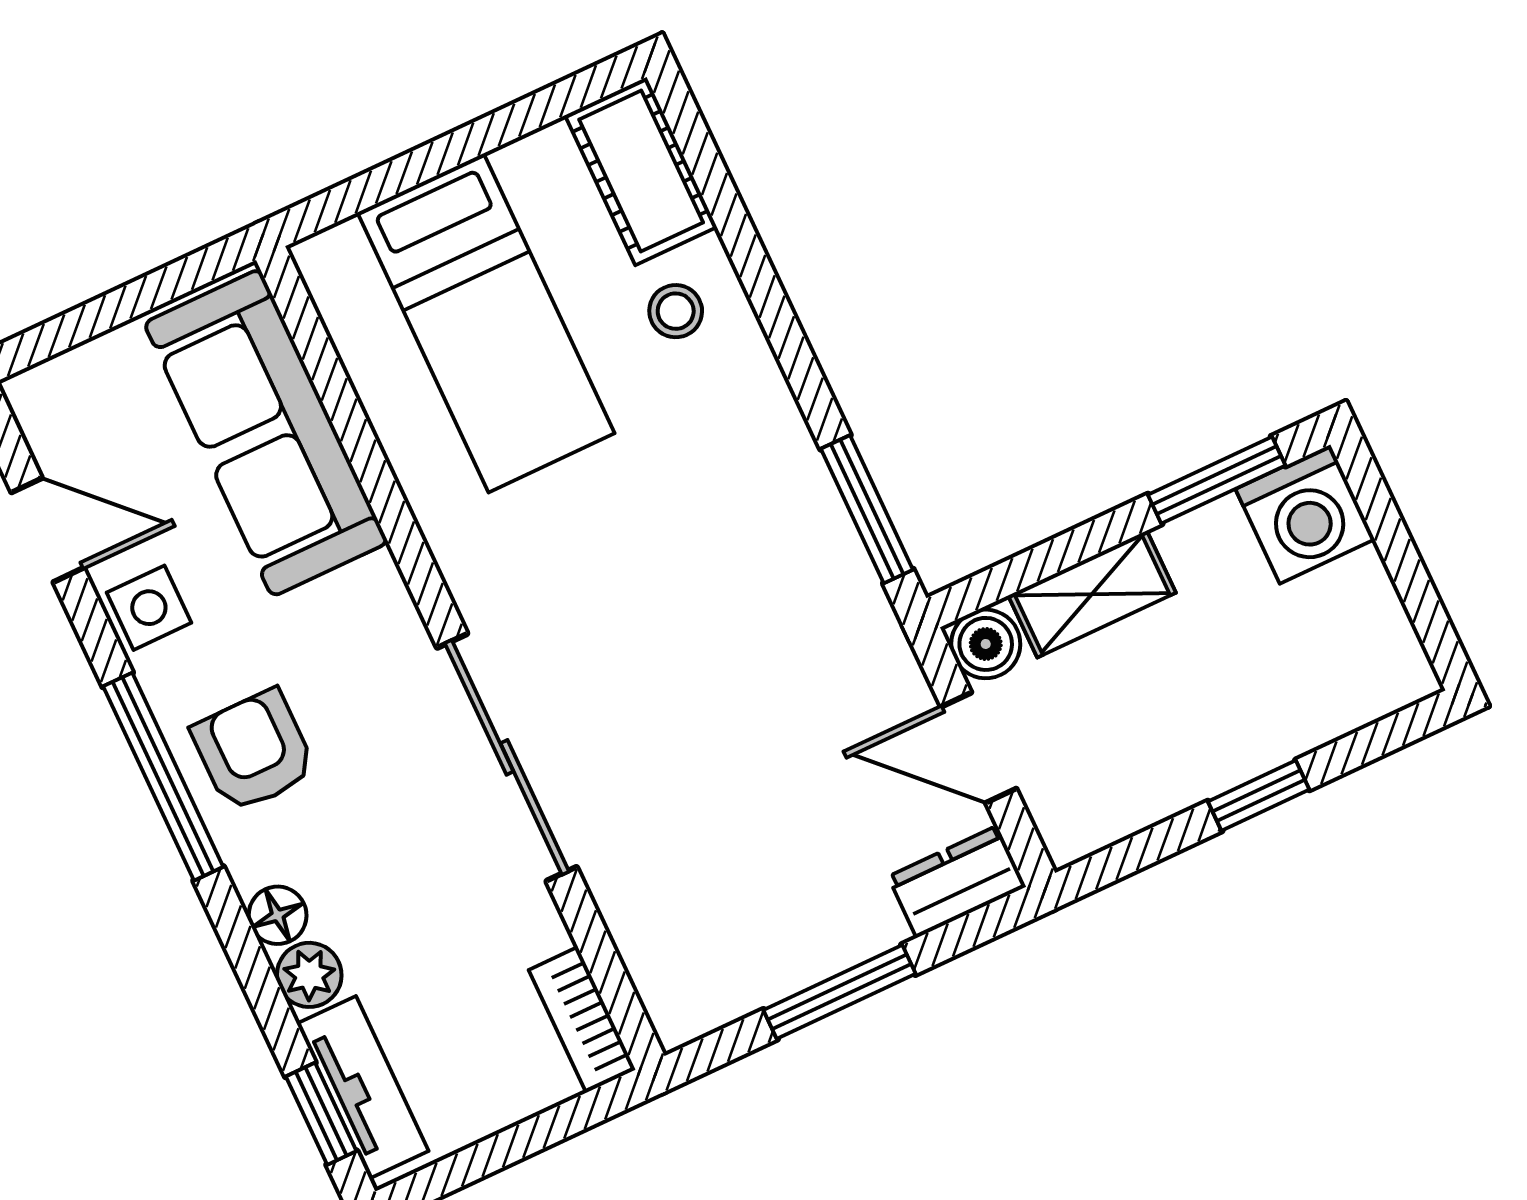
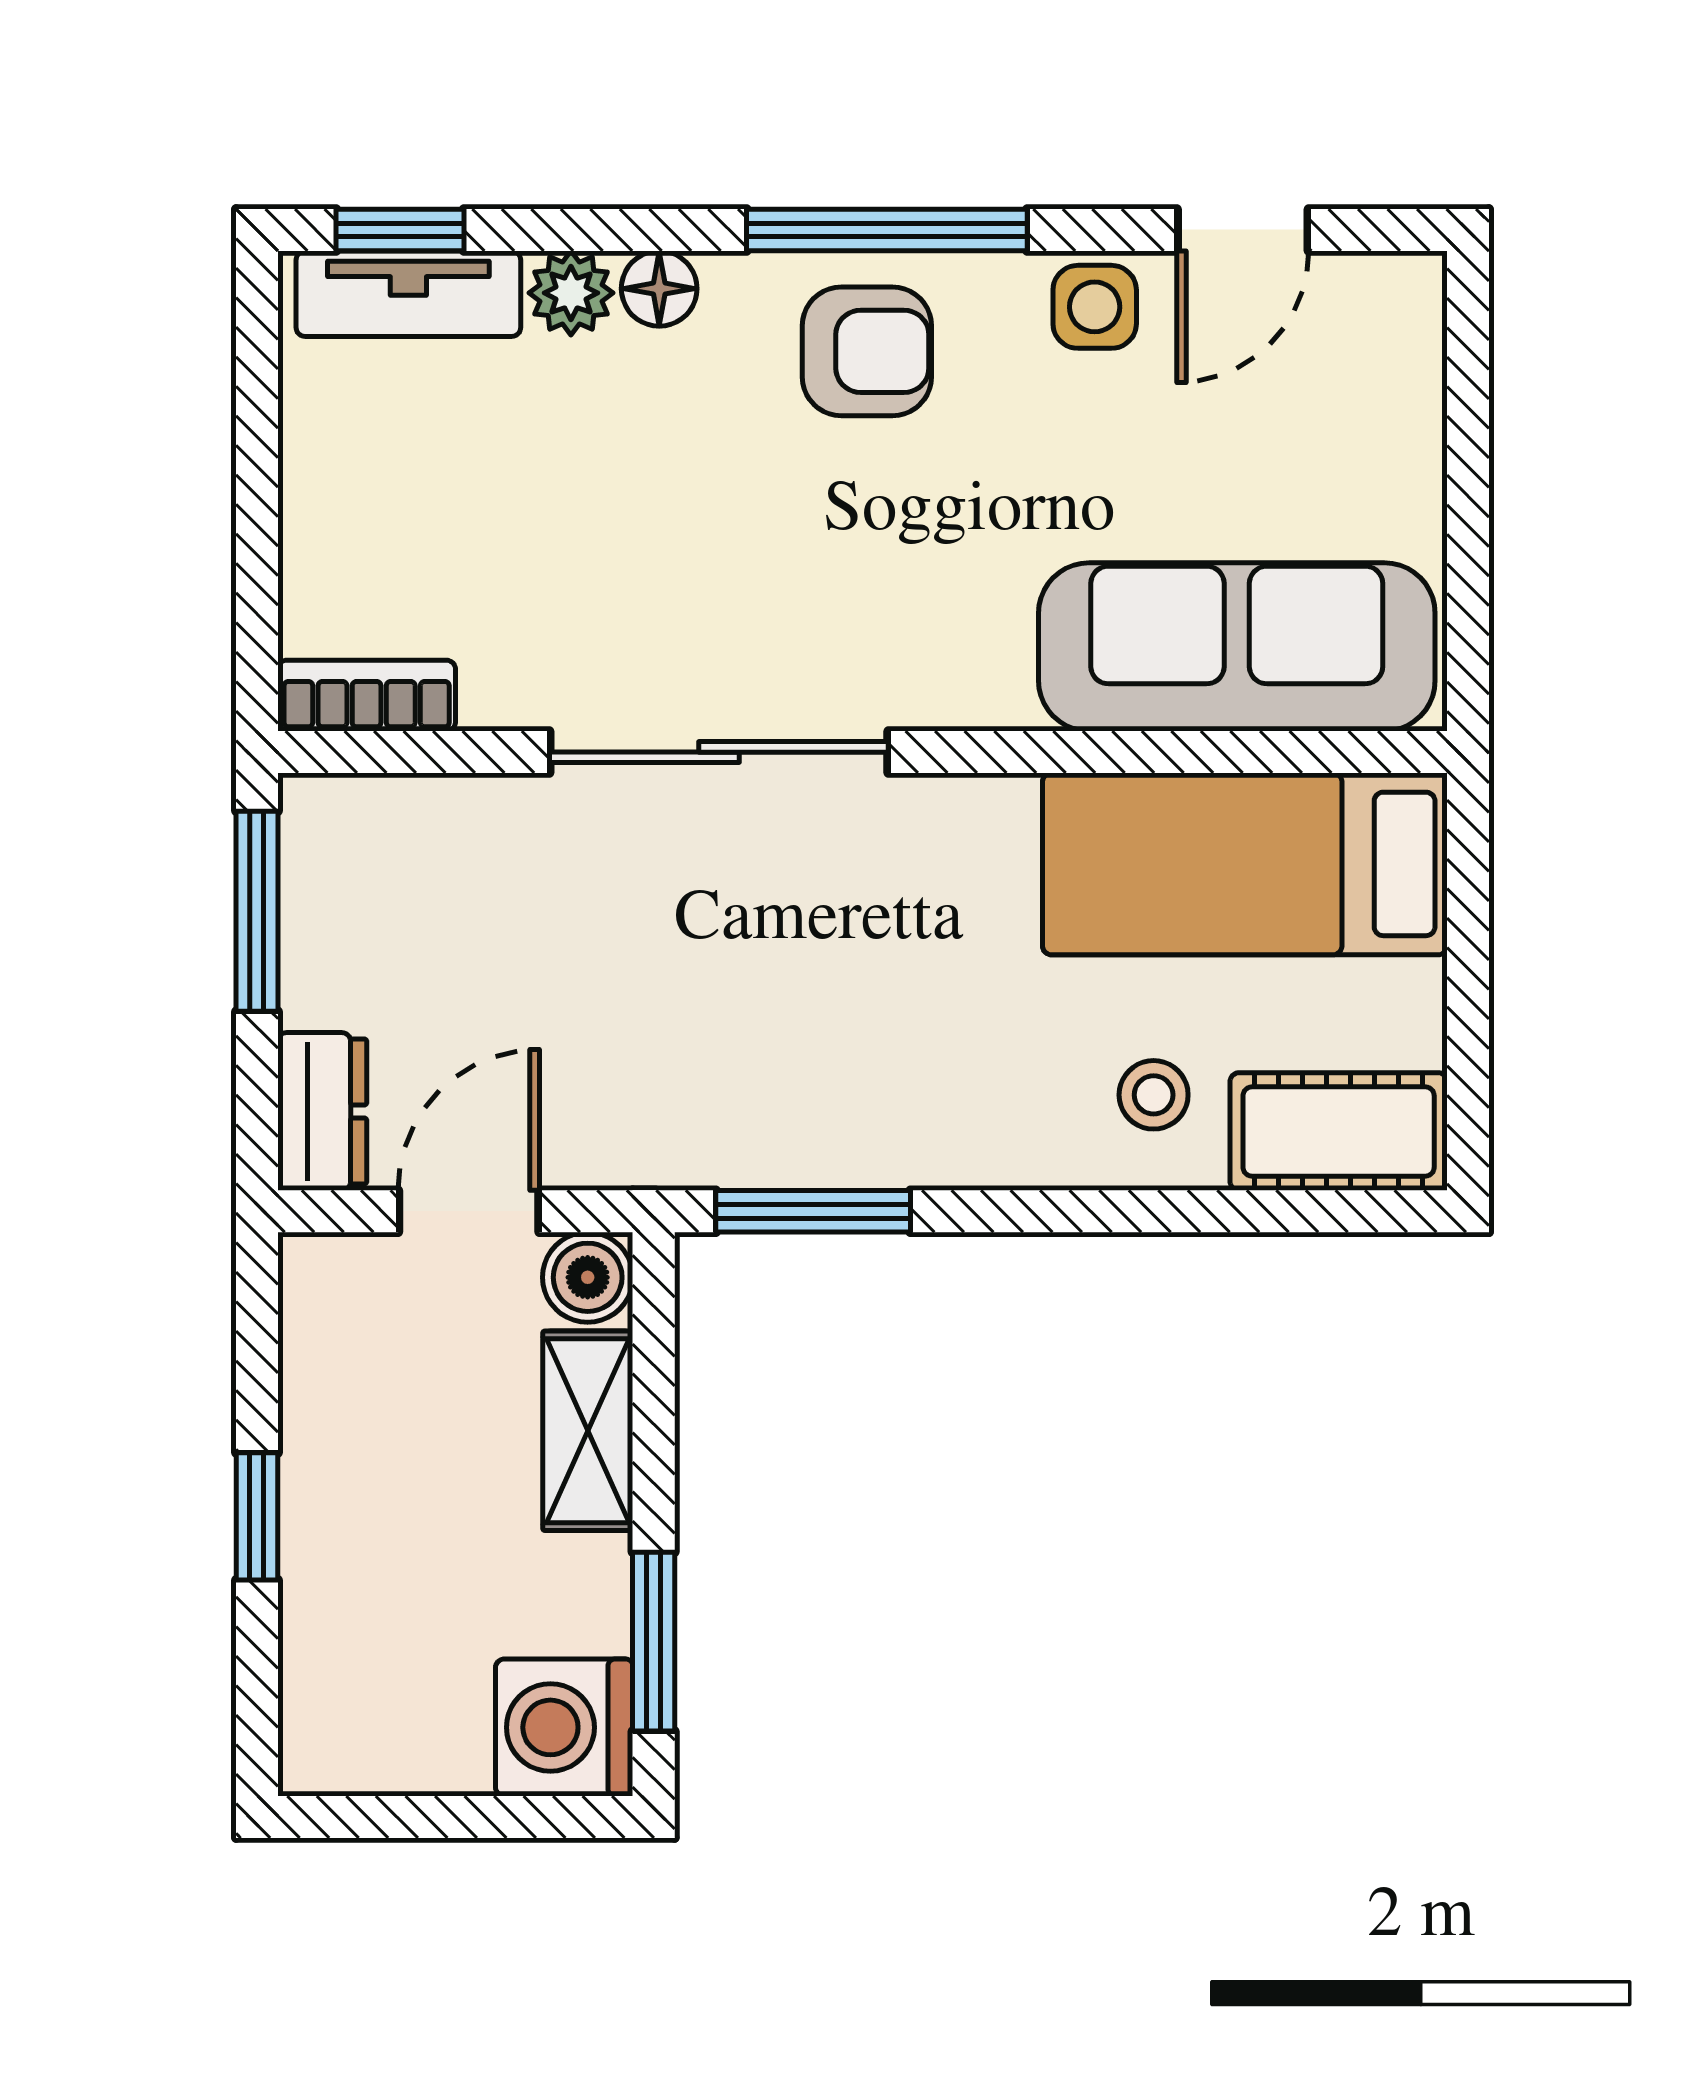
sofa: (266, 433) -> (1237, 647), moved
wall: (460, 658) -> (862, 752), moved
sliding door: (507, 757) -> (719, 752), moved
bookcase: (582, 1020) -> (367, 696), moved

